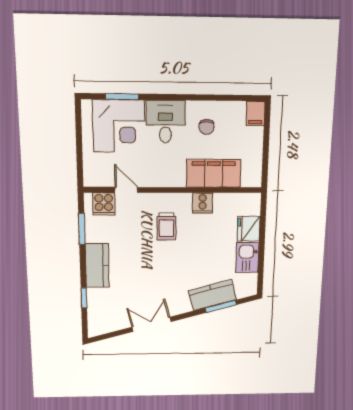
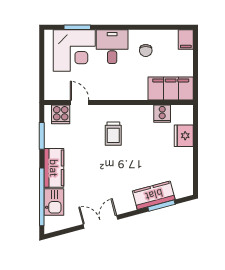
filing cabinet: (214, 173) -> (171, 89), moved
cooker: (203, 203) -> (162, 114), moved
kitchen sink: (247, 258) -> (54, 202), moved, turned 180
window: (84, 298) -> (42, 197), width x3.17

